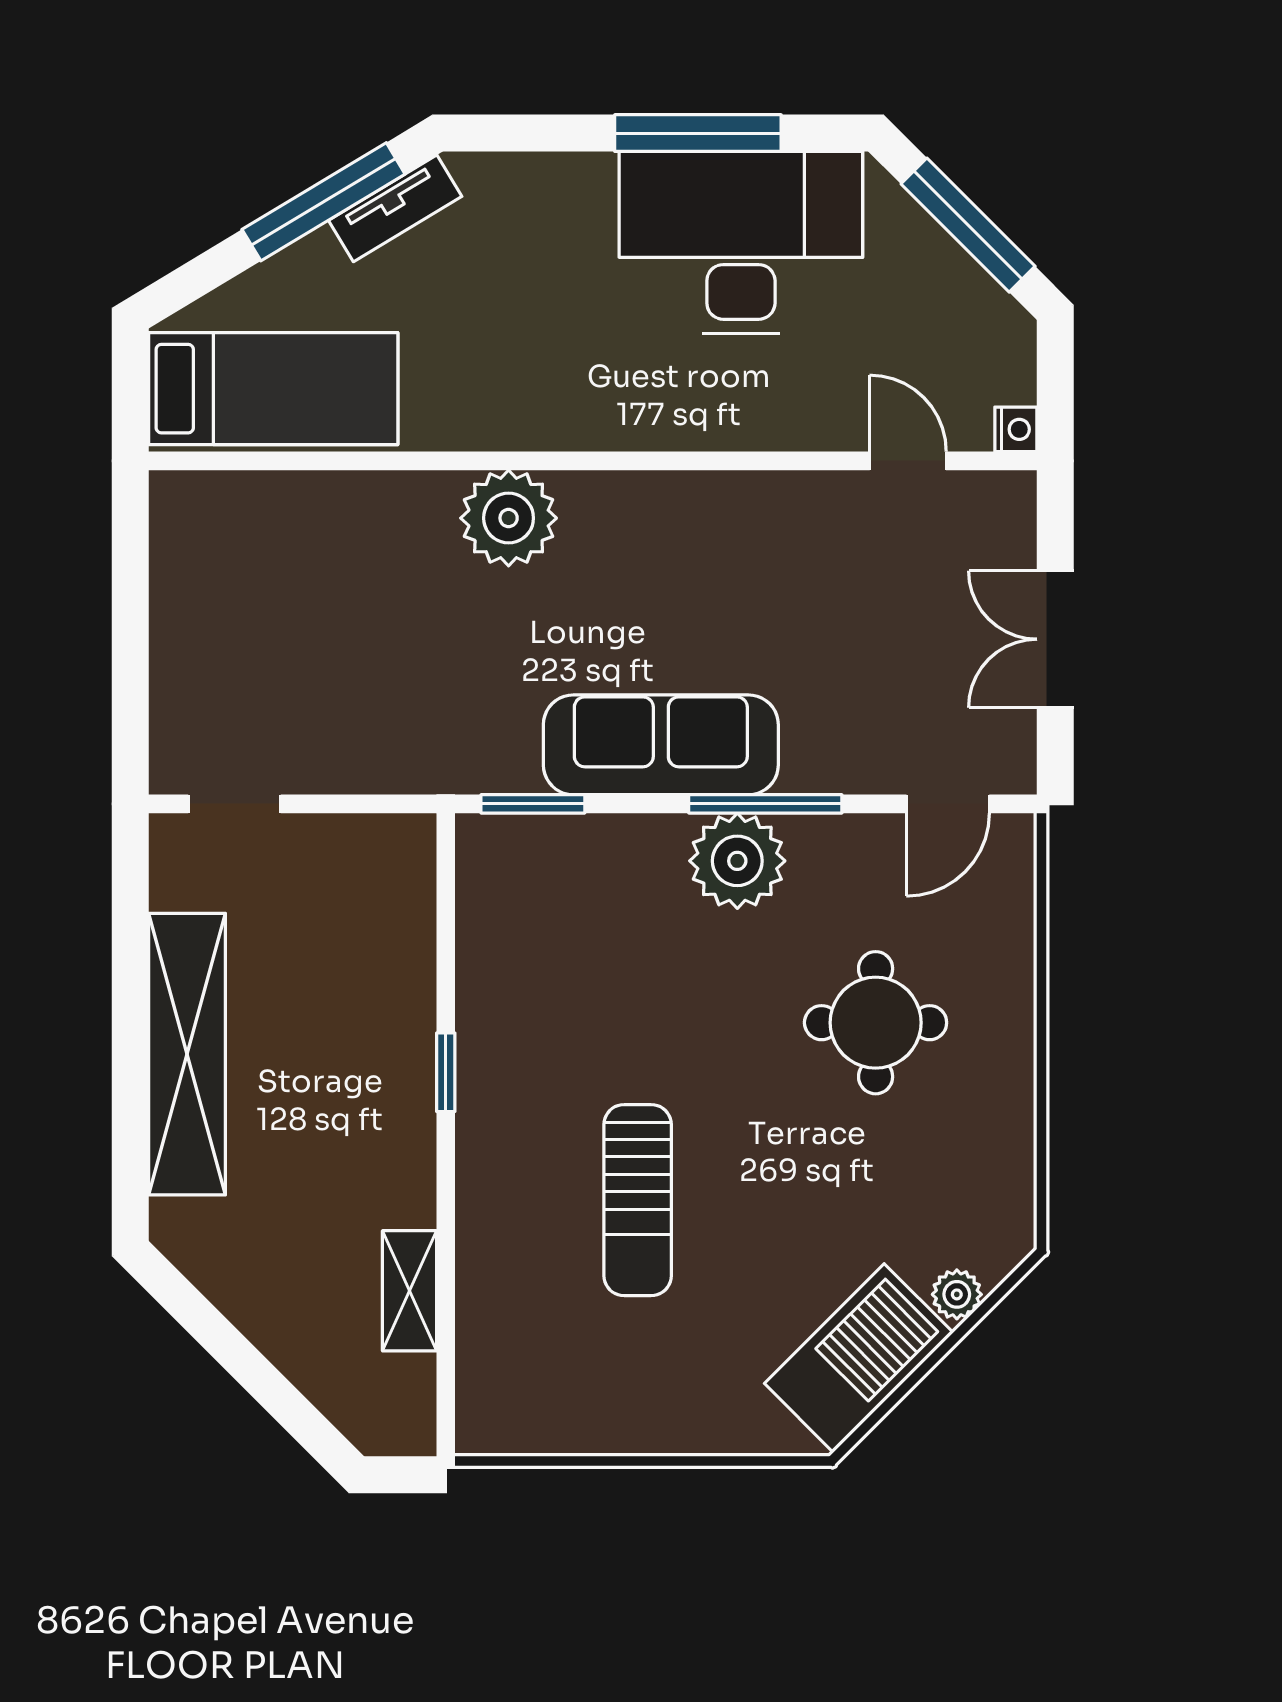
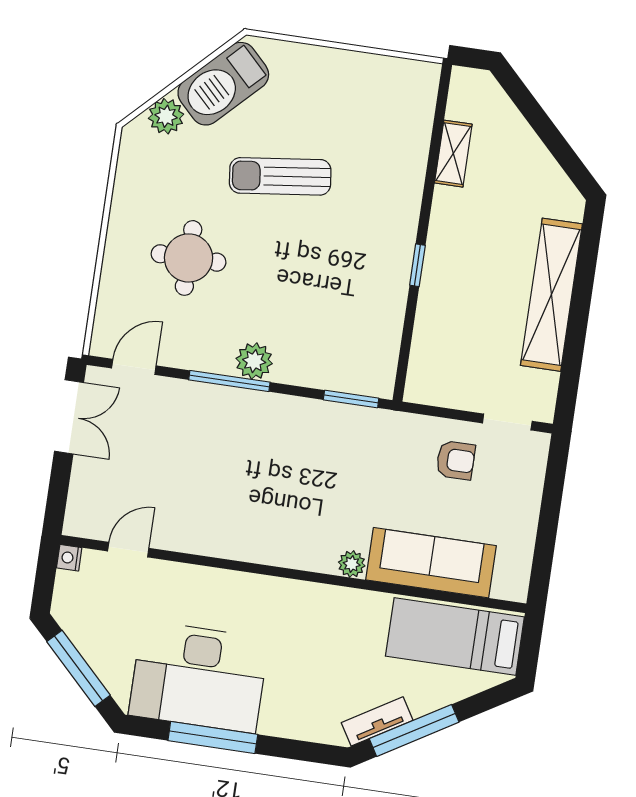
door: (908, 461) -> (128, 550), swing flipped
plant: (509, 518) -> (352, 564), width x0.53, depth x0.53
double door: (1055, 639) -> (69, 417), moved
armchair: (321, 718) -> (456, 460), added
sofa: (661, 745) -> (431, 563), moved, turned 180
plant: (737, 861) -> (254, 361), width x0.73, depth x0.73
sun lounger: (638, 1200) -> (280, 176), moved, turned -97
plant: (957, 1294) -> (166, 116), width x1.38, depth x1.38

